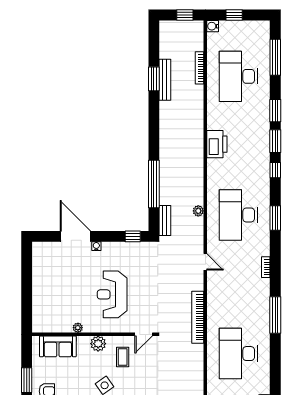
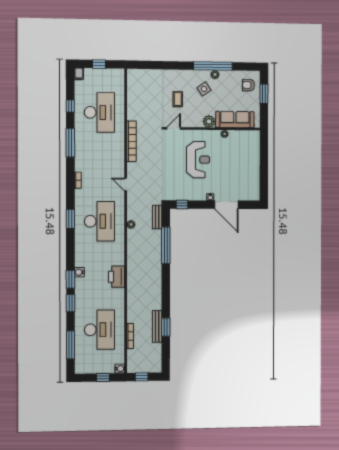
water cooler: (264, 150) -> (79, 272), added
window: (275, 170) -> (70, 106), moved
sofa: (58, 346) -> (235, 119), width x1.36
coffee table: (123, 357) -> (178, 99), moved

